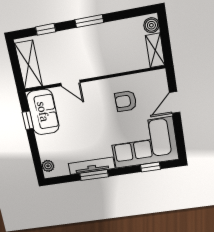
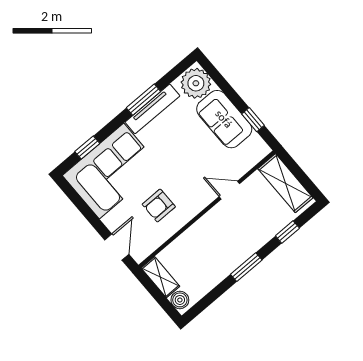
armchair: (126, 101) -> (159, 205), turned 180
door: (175, 102) -> (117, 247), moved
sofa: (43, 112) -> (224, 119), moved
plant: (48, 166) -> (196, 83), width x1.87, depth x1.87

